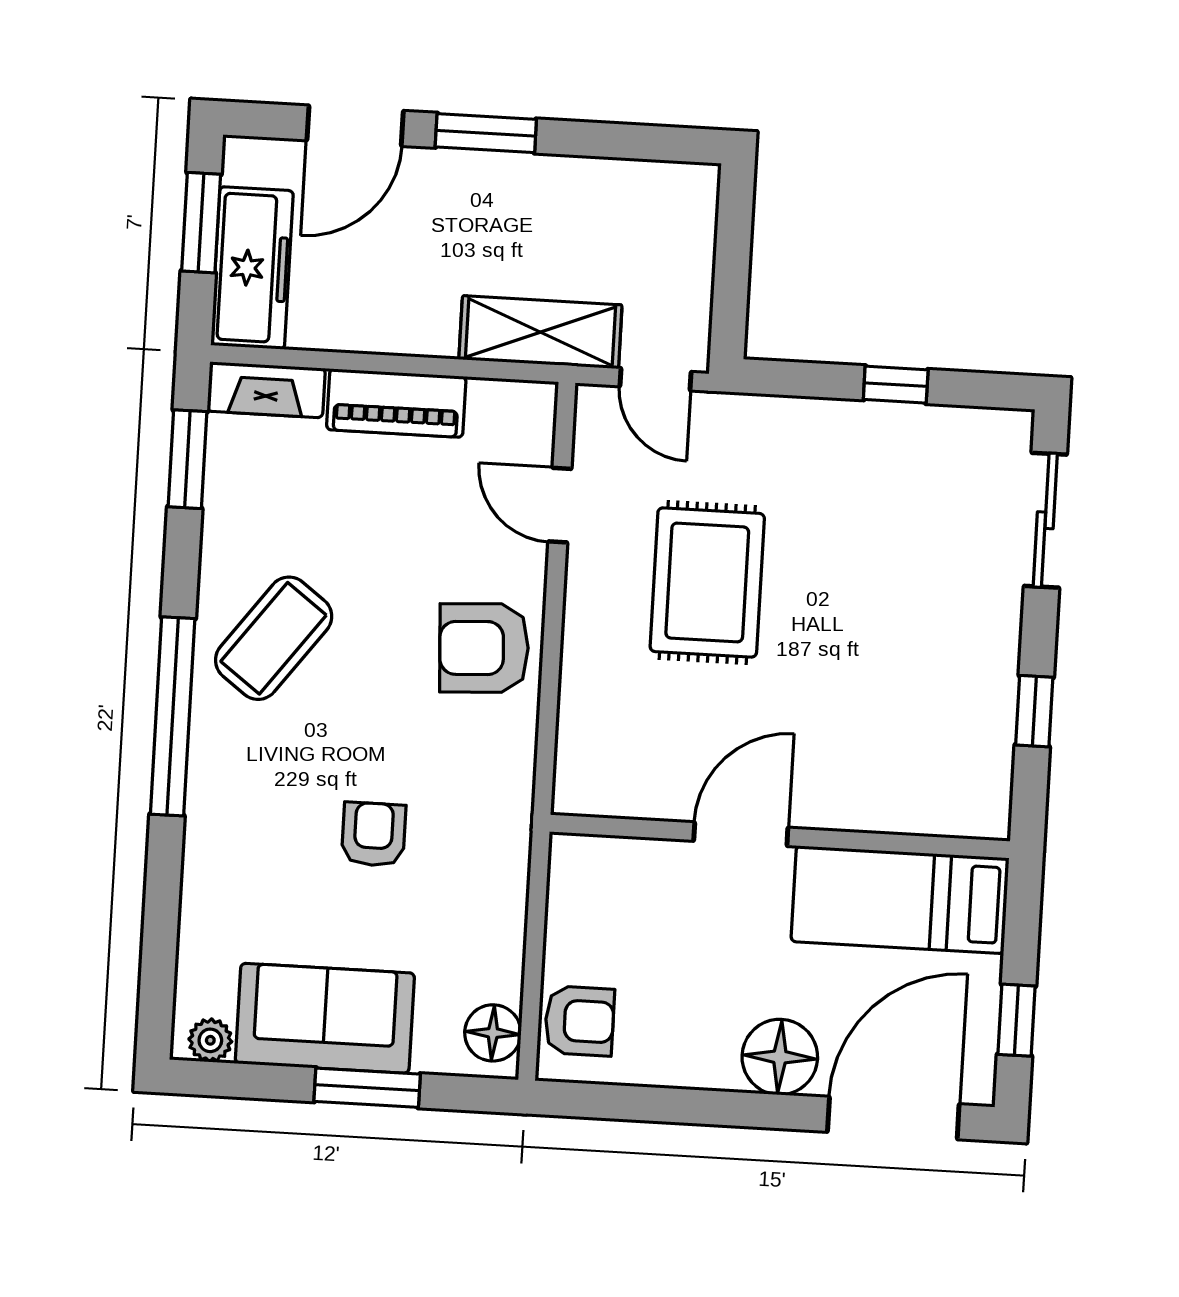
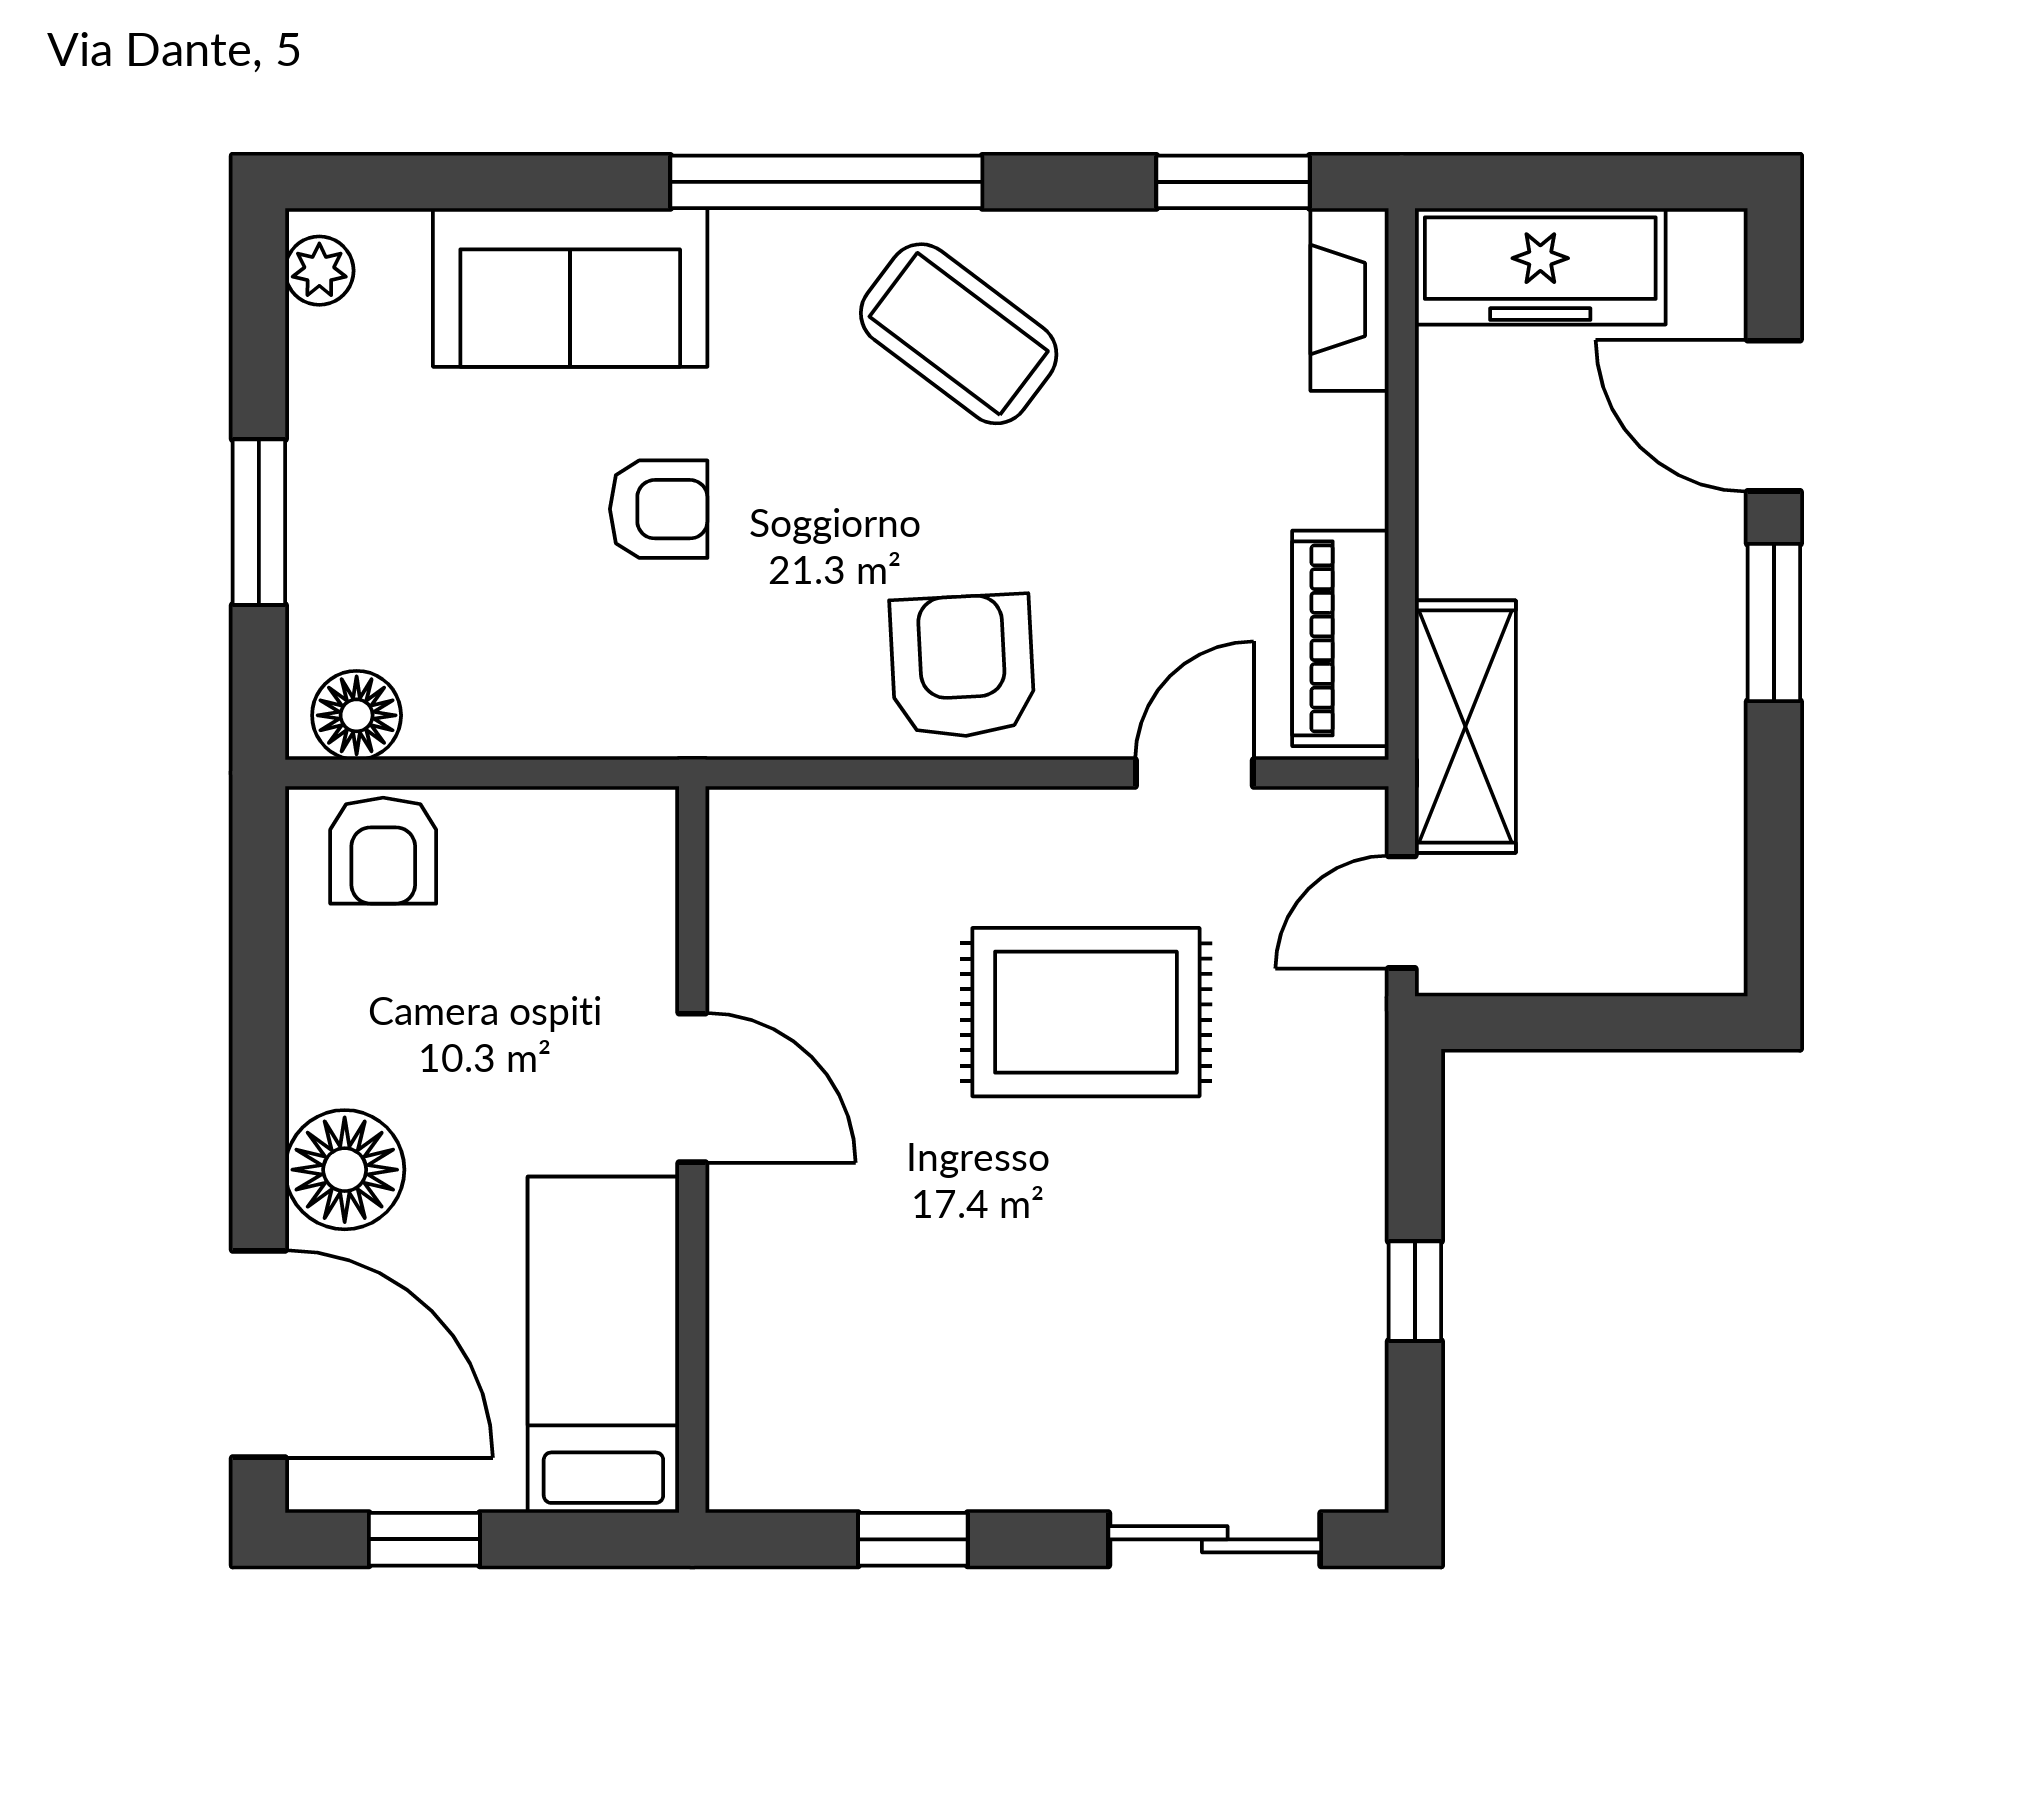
window: (201, 223) -> (1607, 182), removed
piano: (396, 403) -> (1340, 638), moved
sofa: (325, 1018) -> (570, 287), moved, turned 90

